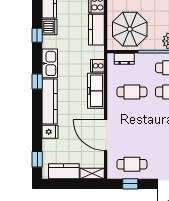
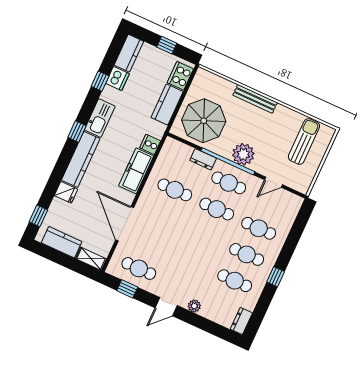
dresser: (124, 59) -> (203, 159), moved

